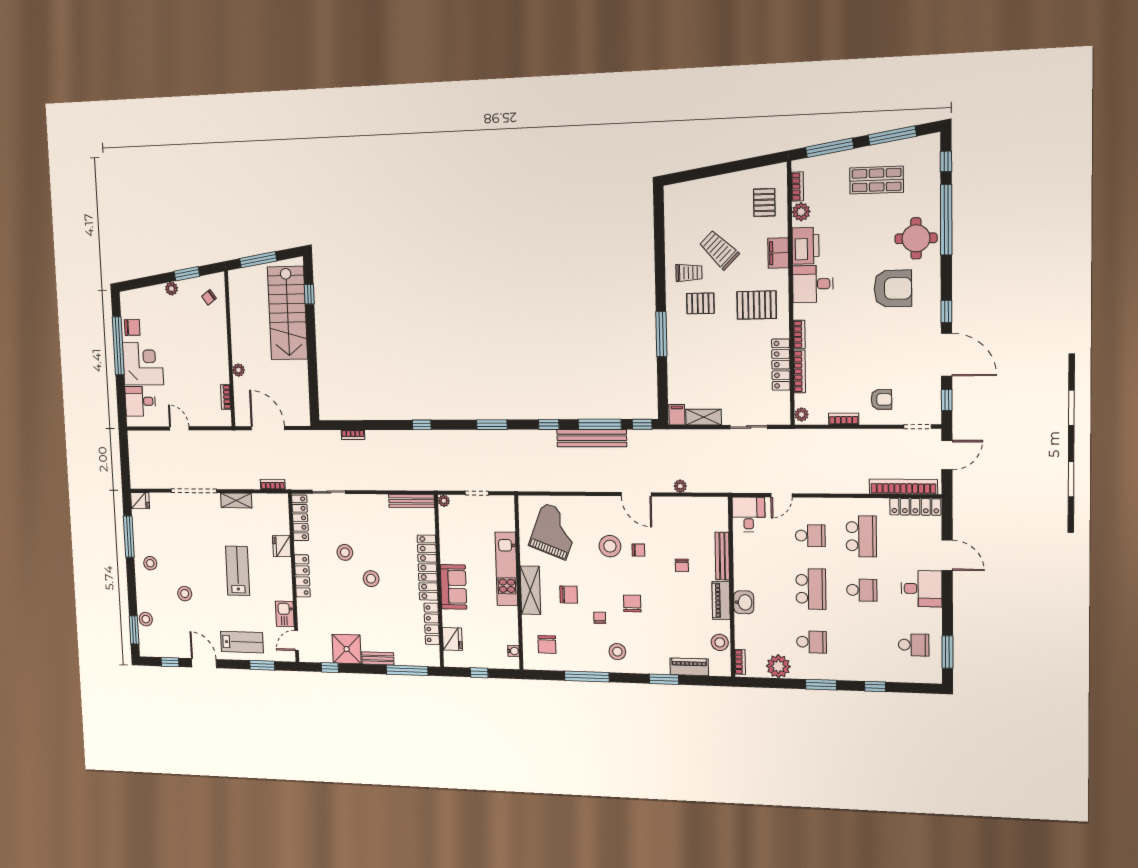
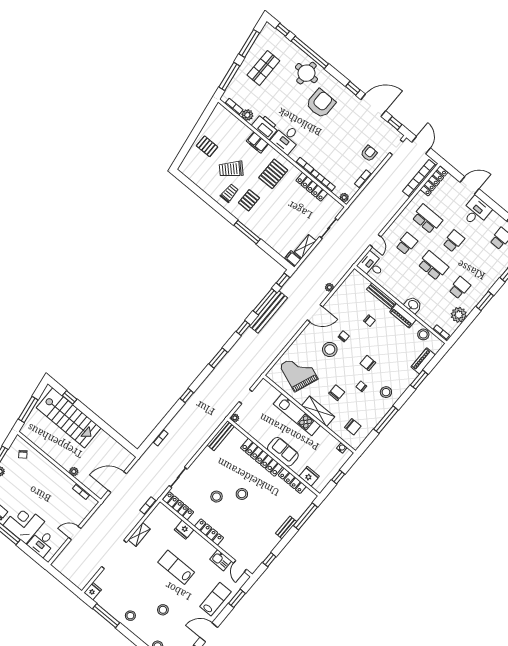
pallet: (764, 203) -> (207, 146), moved
shower: (347, 649) -> (267, 541), removed

